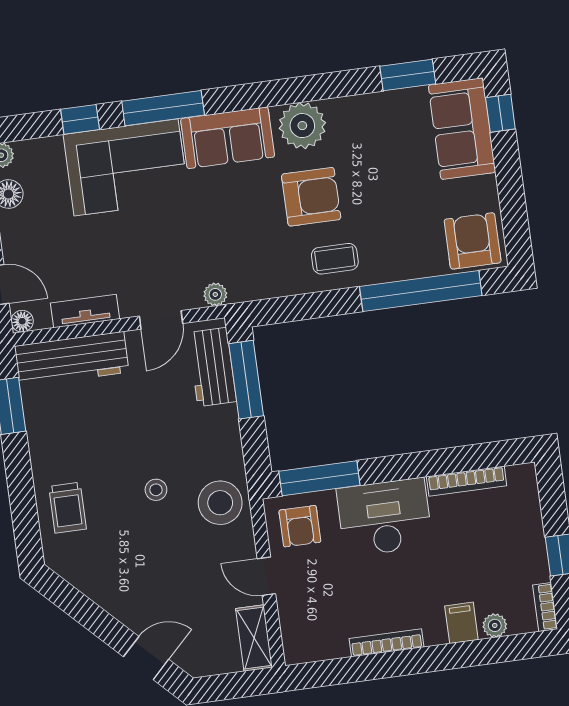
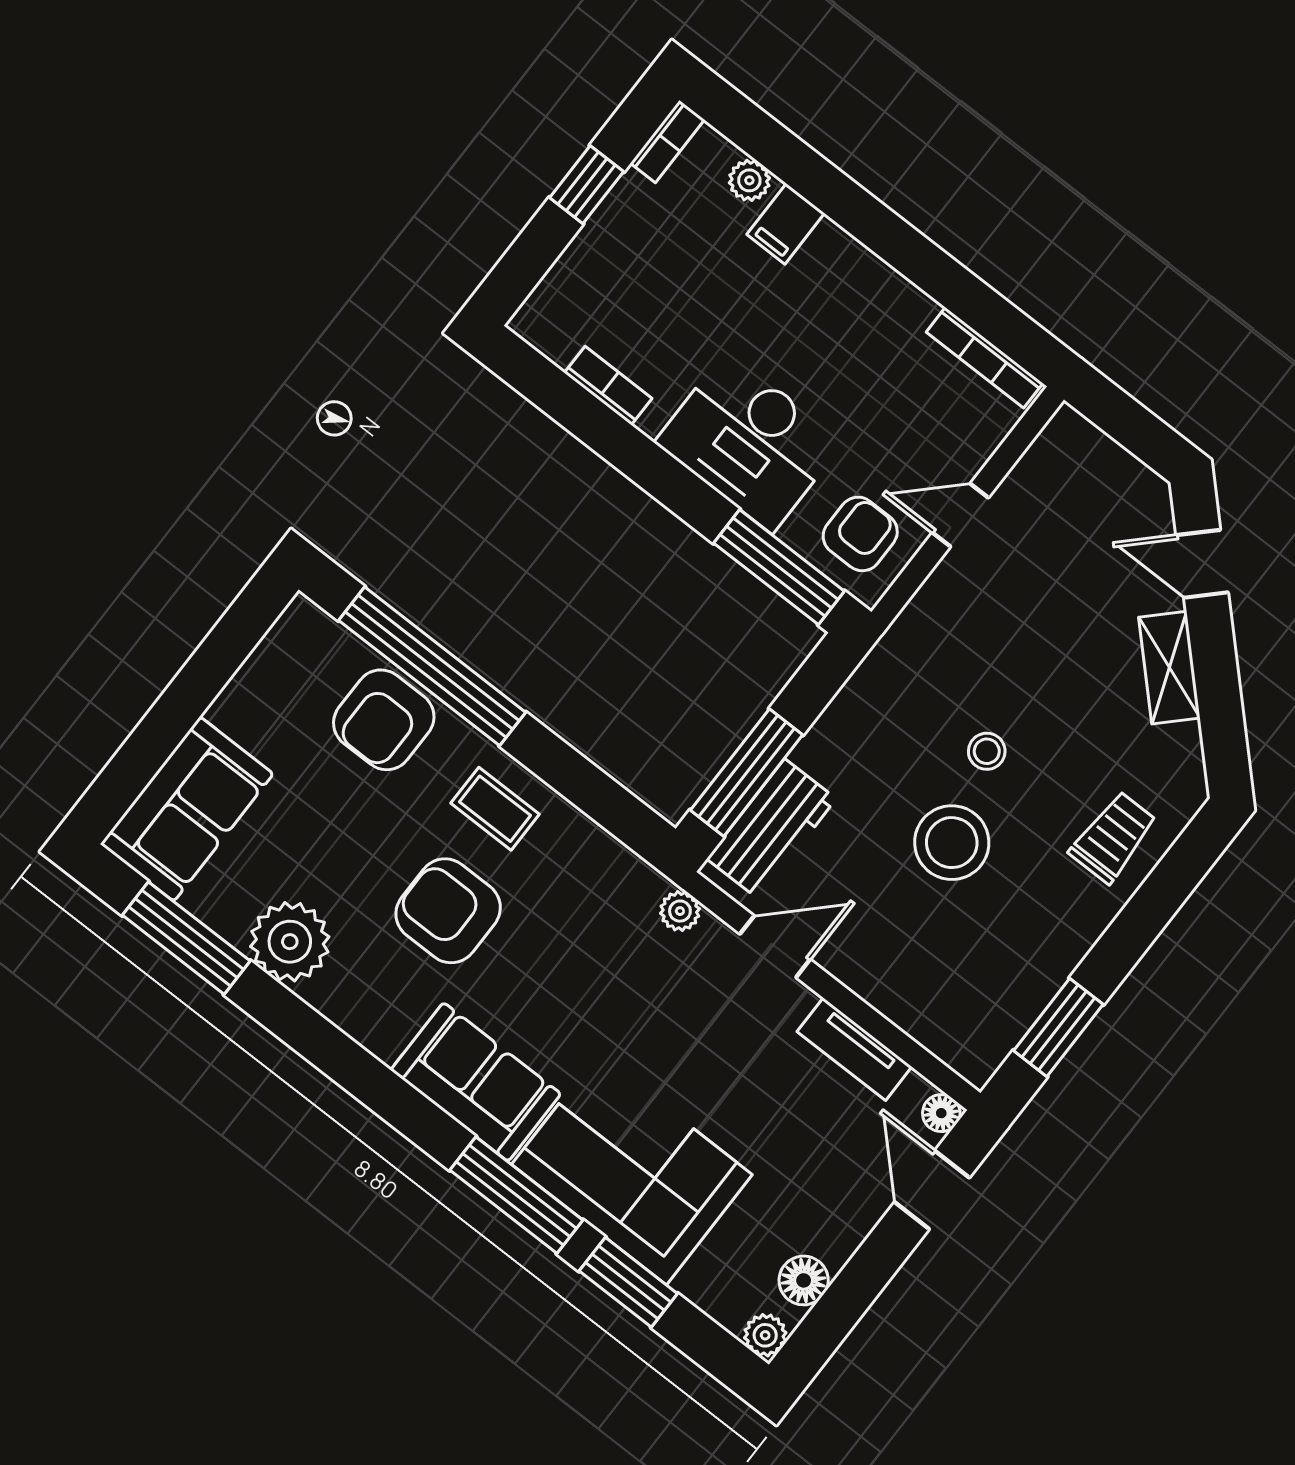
window: (408, 75) -> (186, 938), width x1.44
window: (500, 113) -> (123, 781), removed
window: (80, 119) -> (628, 1282), width x1.50
plant: (302, 126) -> (290, 942), moved
armchair: (473, 241) -> (384, 720), moved
workbench: (72, 359) -> (928, 1008), removed
bookcase: (467, 481) -> (608, 386), width x0.64
stool: (220, 503) -> (952, 843), moved
door: (266, 576) -> (960, 515), swing flipped
shelving: (254, 638) -> (1169, 668), moved, turned -45
bookcase: (386, 643) -> (985, 358), moved

